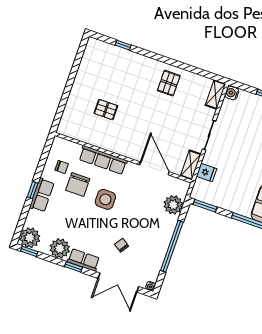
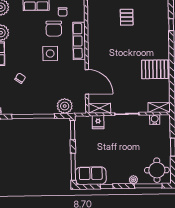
pallet: (169, 83) -> (155, 69), width x1.50, depth x1.42
water cooler: (232, 93) -> (155, 120), moved
pallet: (106, 110) -> (127, 17), moved
door: (154, 168) -> (87, 82), hinge flipped
chair: (78, 185) -> (54, 29), turned -90

